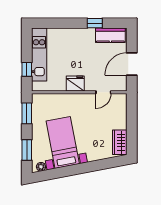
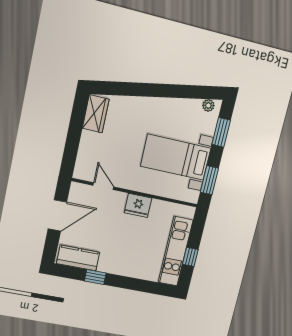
window: (27, 69) -> (190, 257), moved
door: (103, 92) -> (103, 186), hinge flipped
bed with nightstands: (63, 142) -> (176, 157), moved, turned 101

